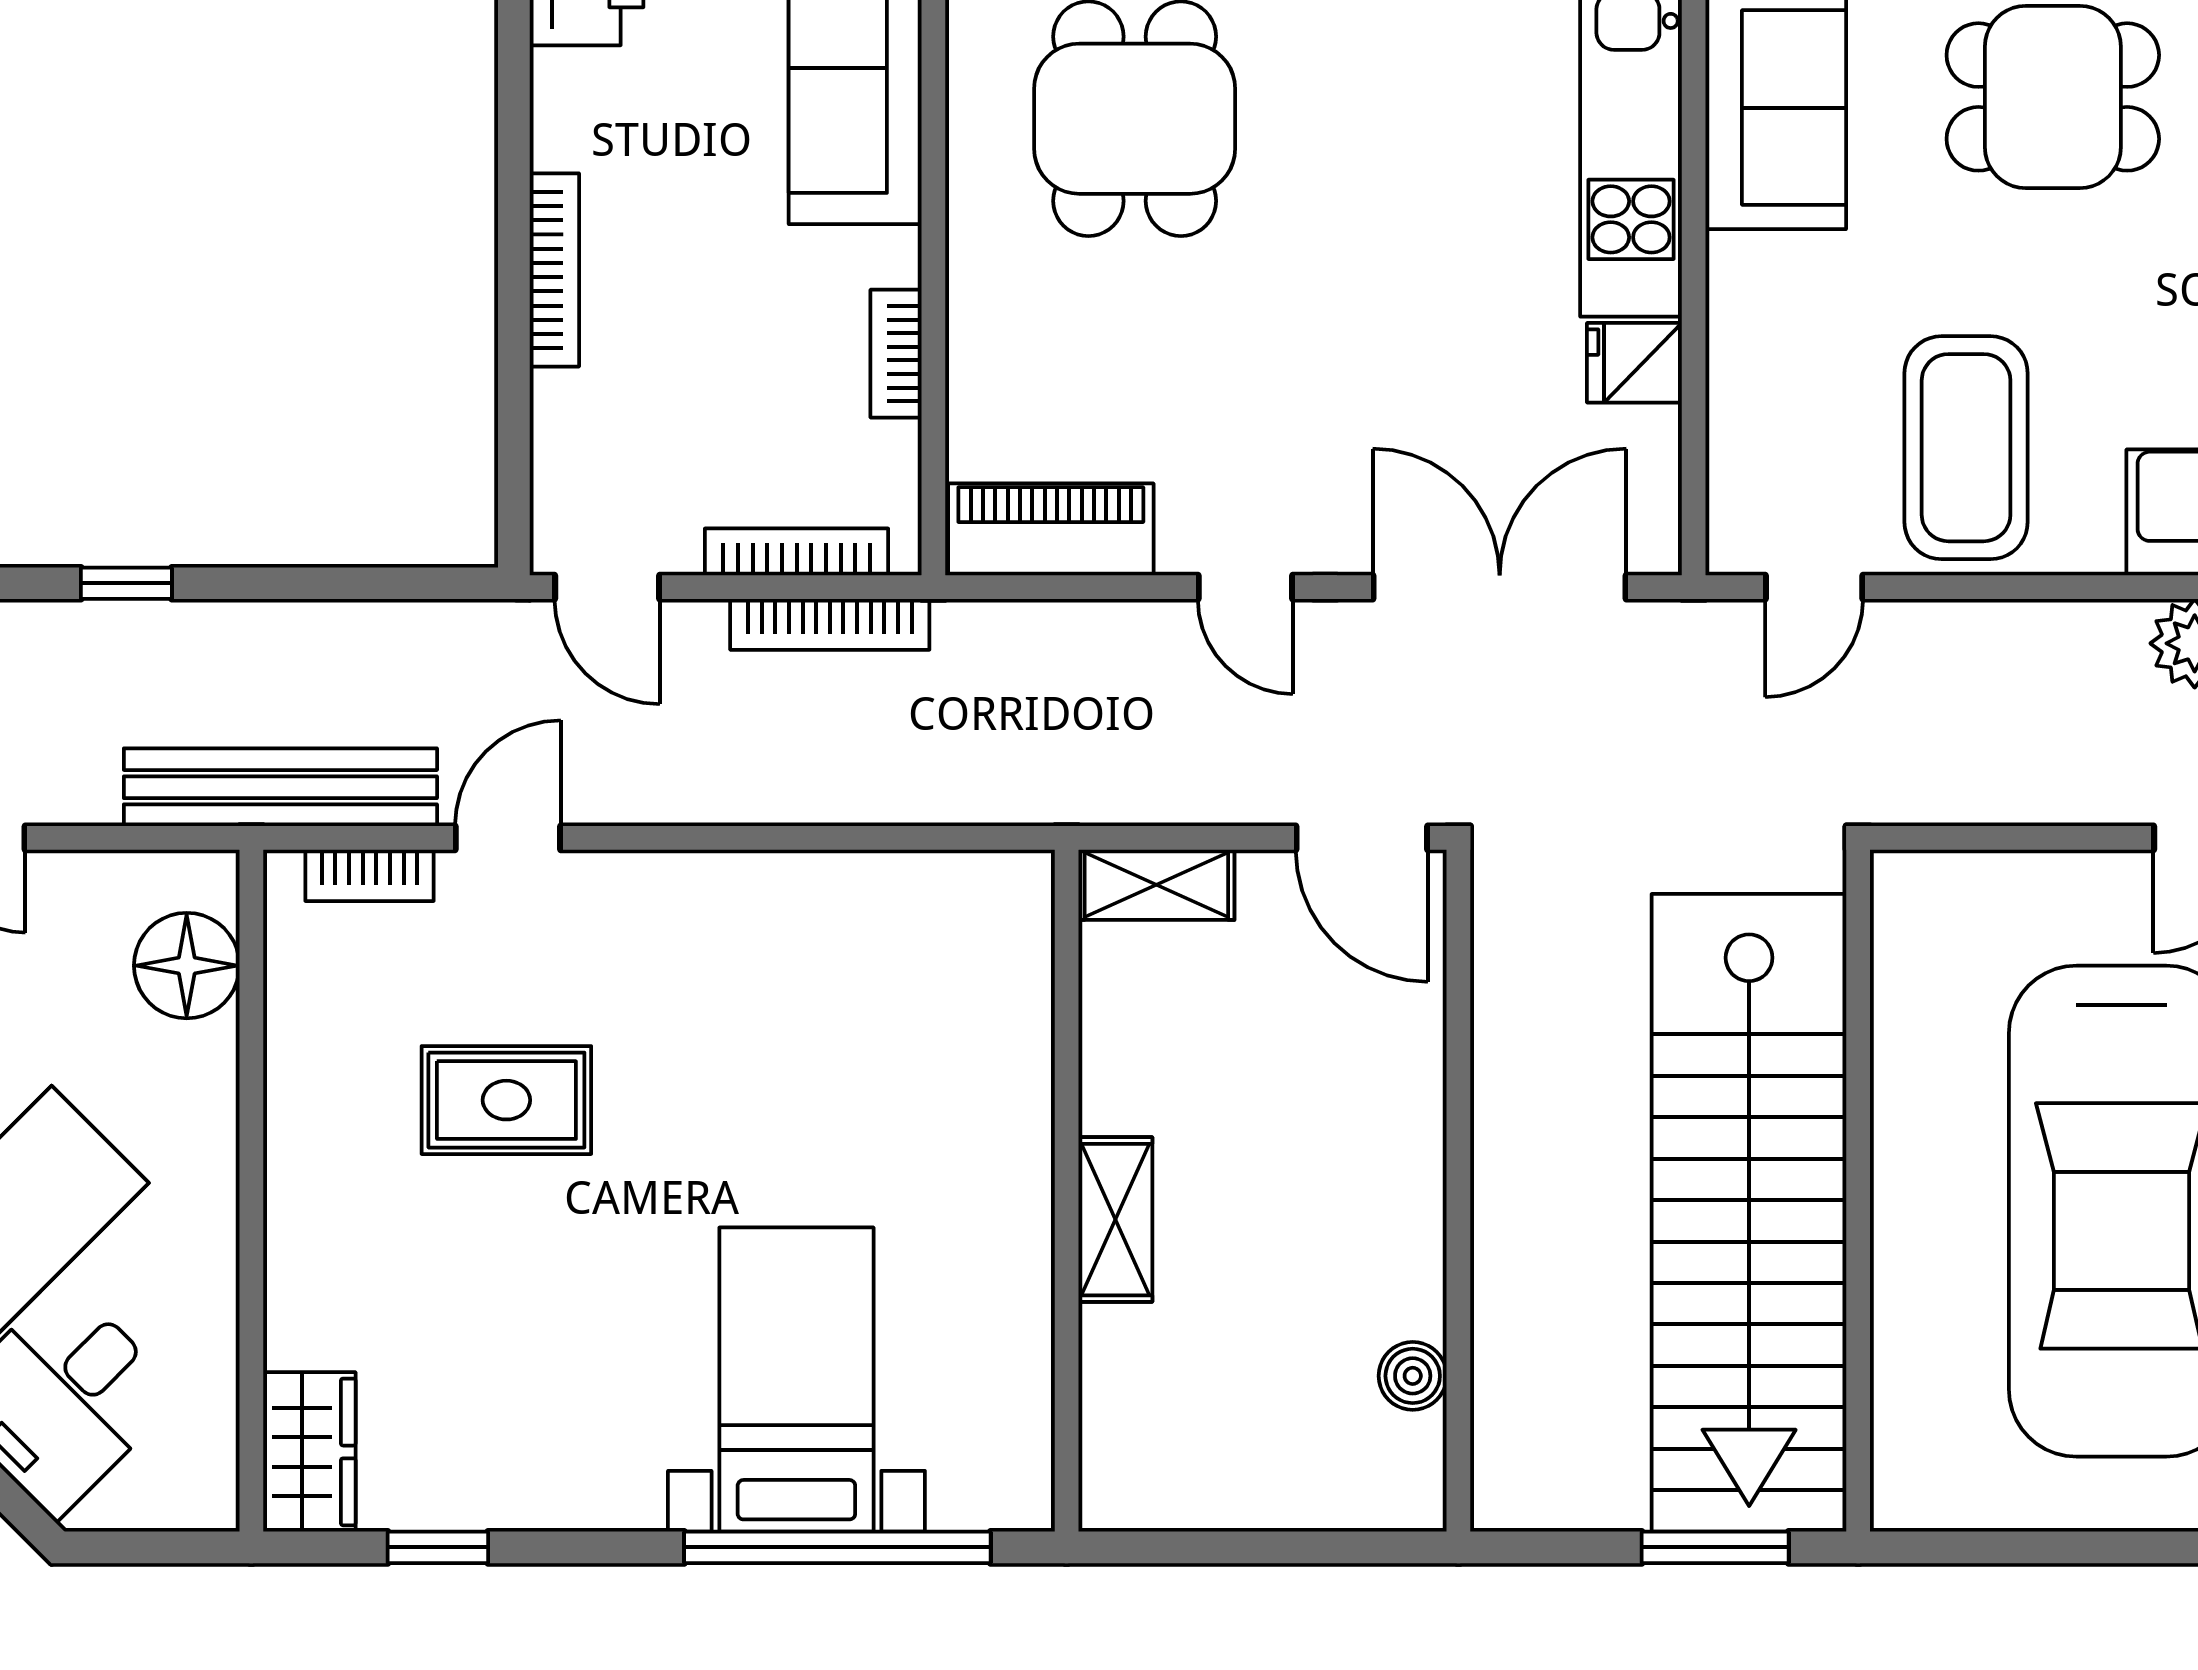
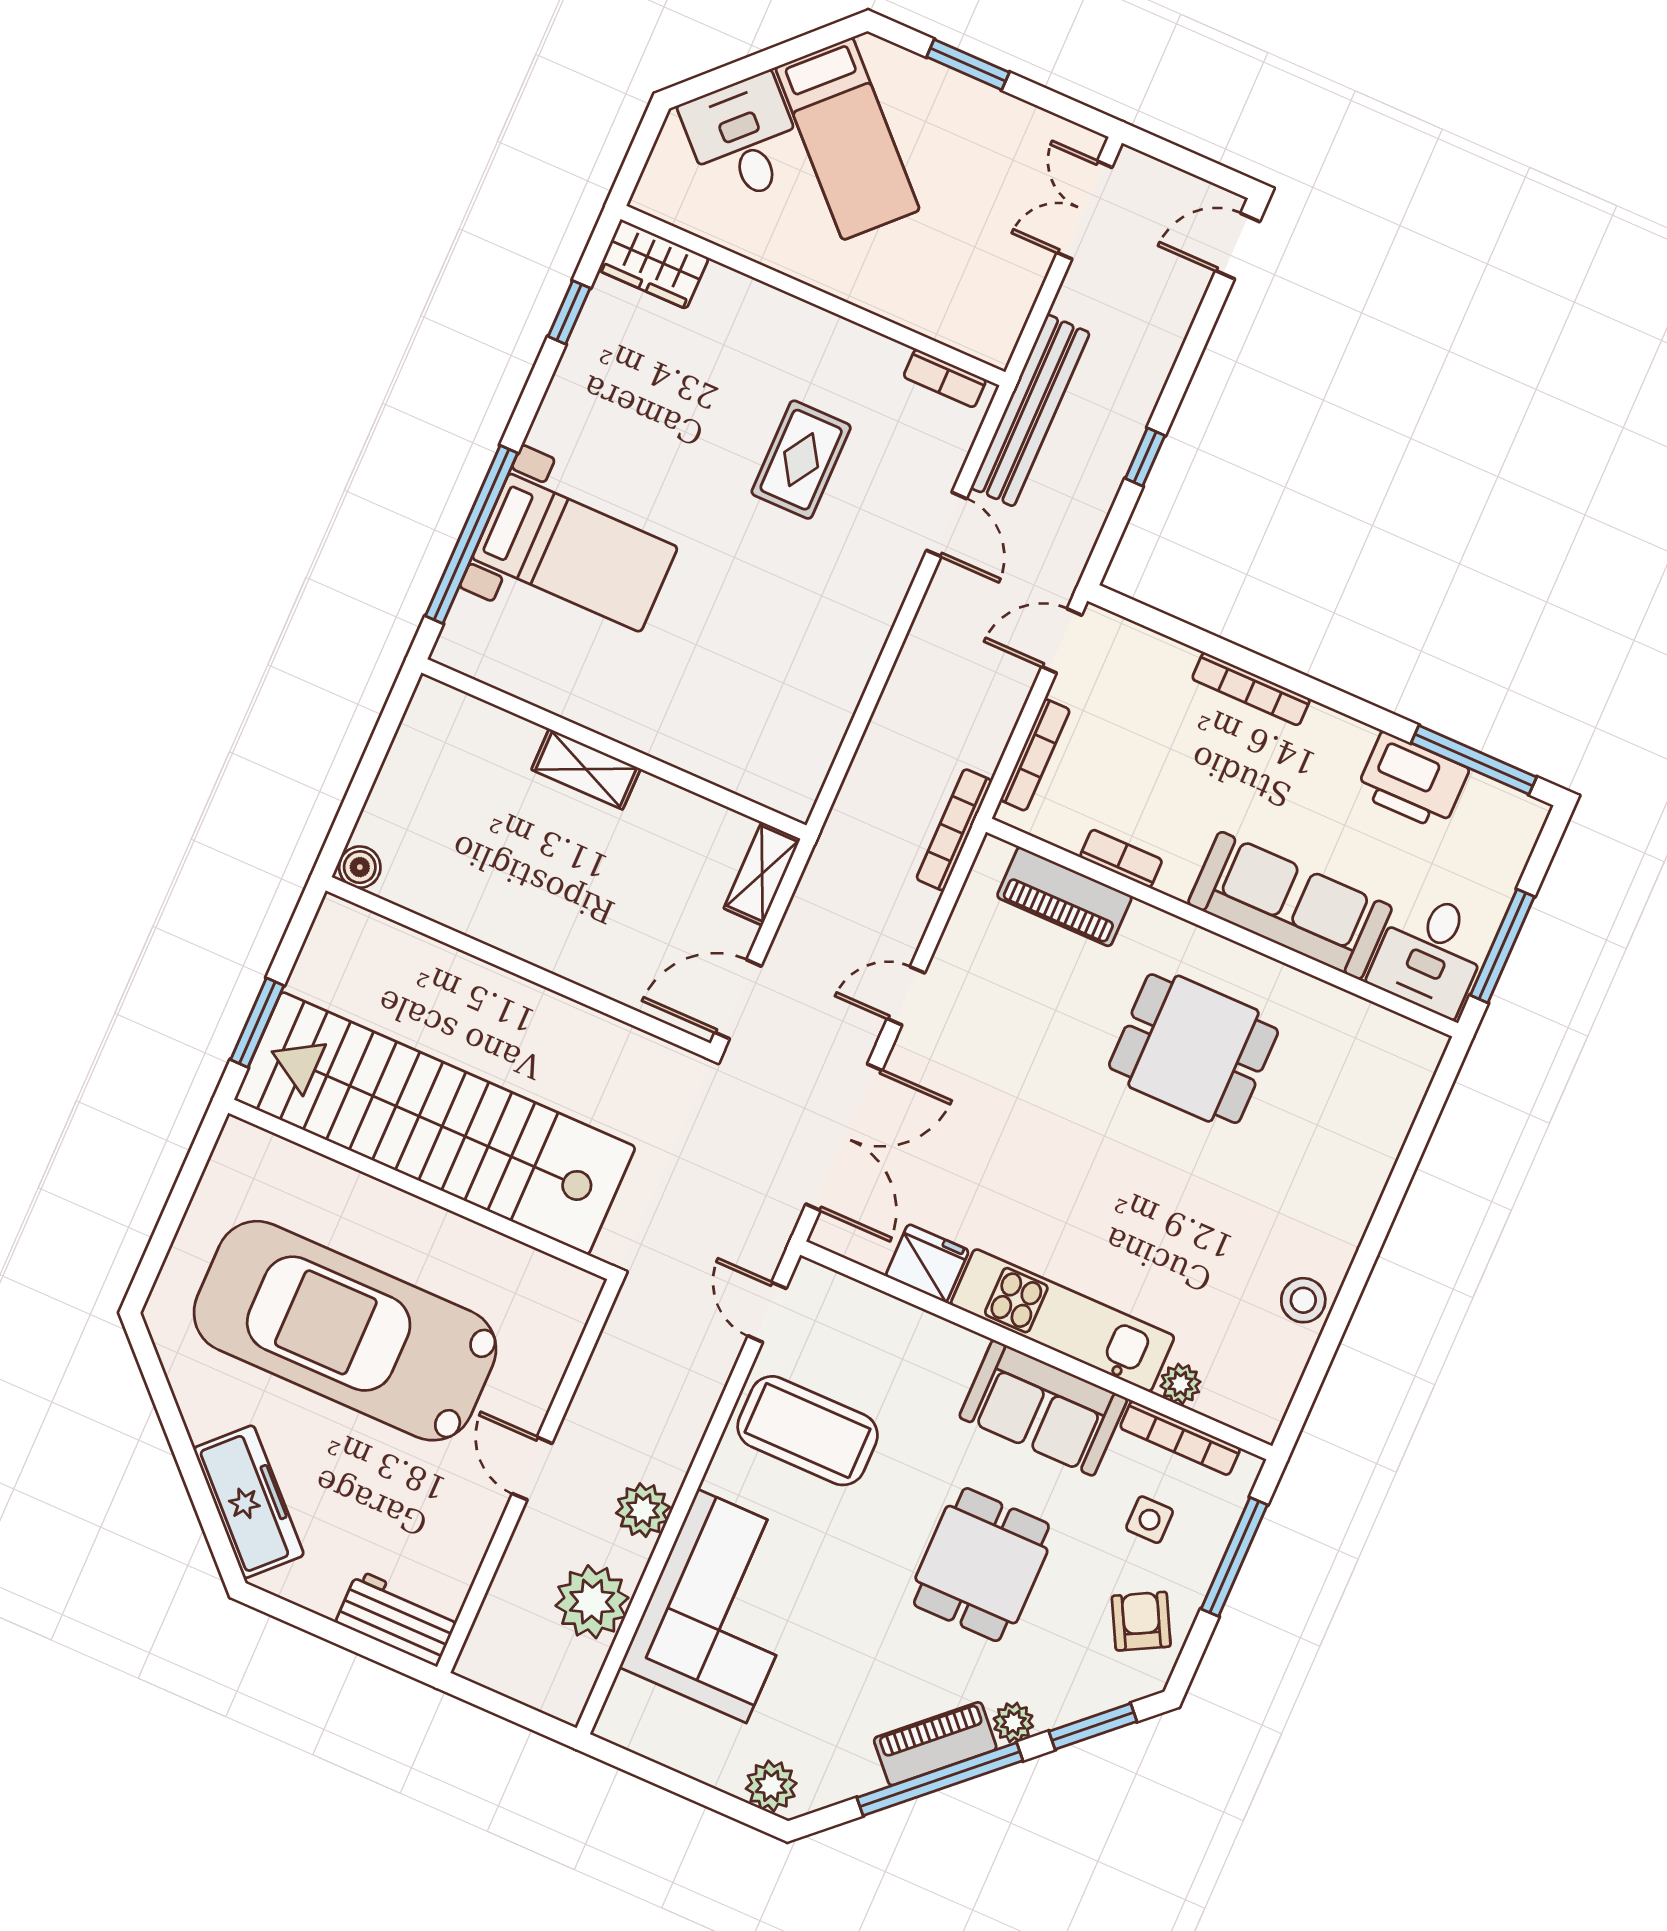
fridge: (1634, 363) -> (927, 1263), width x1.38
piano: (1051, 529) -> (1064, 897), moved, turned 90
window: (126, 583) -> (1145, 457), moved
bookcase: (830, 624) -> (954, 830), moved
bookcase: (370, 875) -> (945, 378), moved, turned -90
floor lamp: (187, 966) -> (954, 315), removed
boiler: (1413, 1376) -> (360, 867), moved

